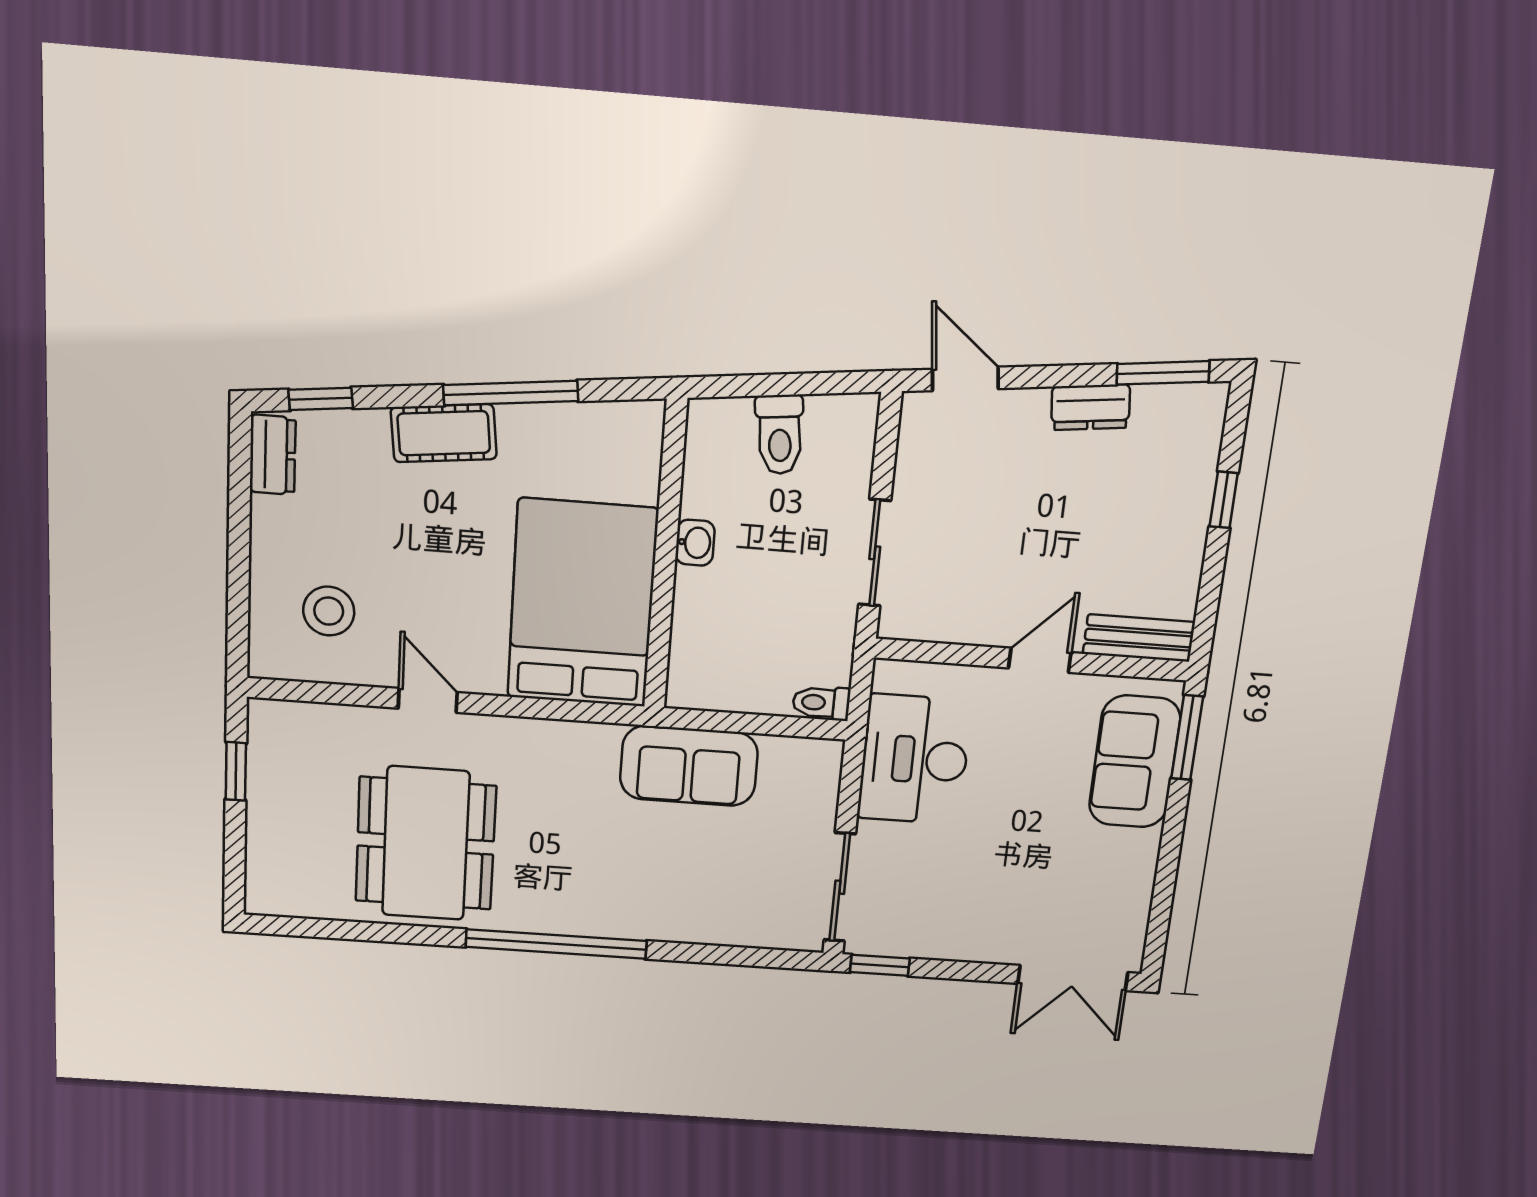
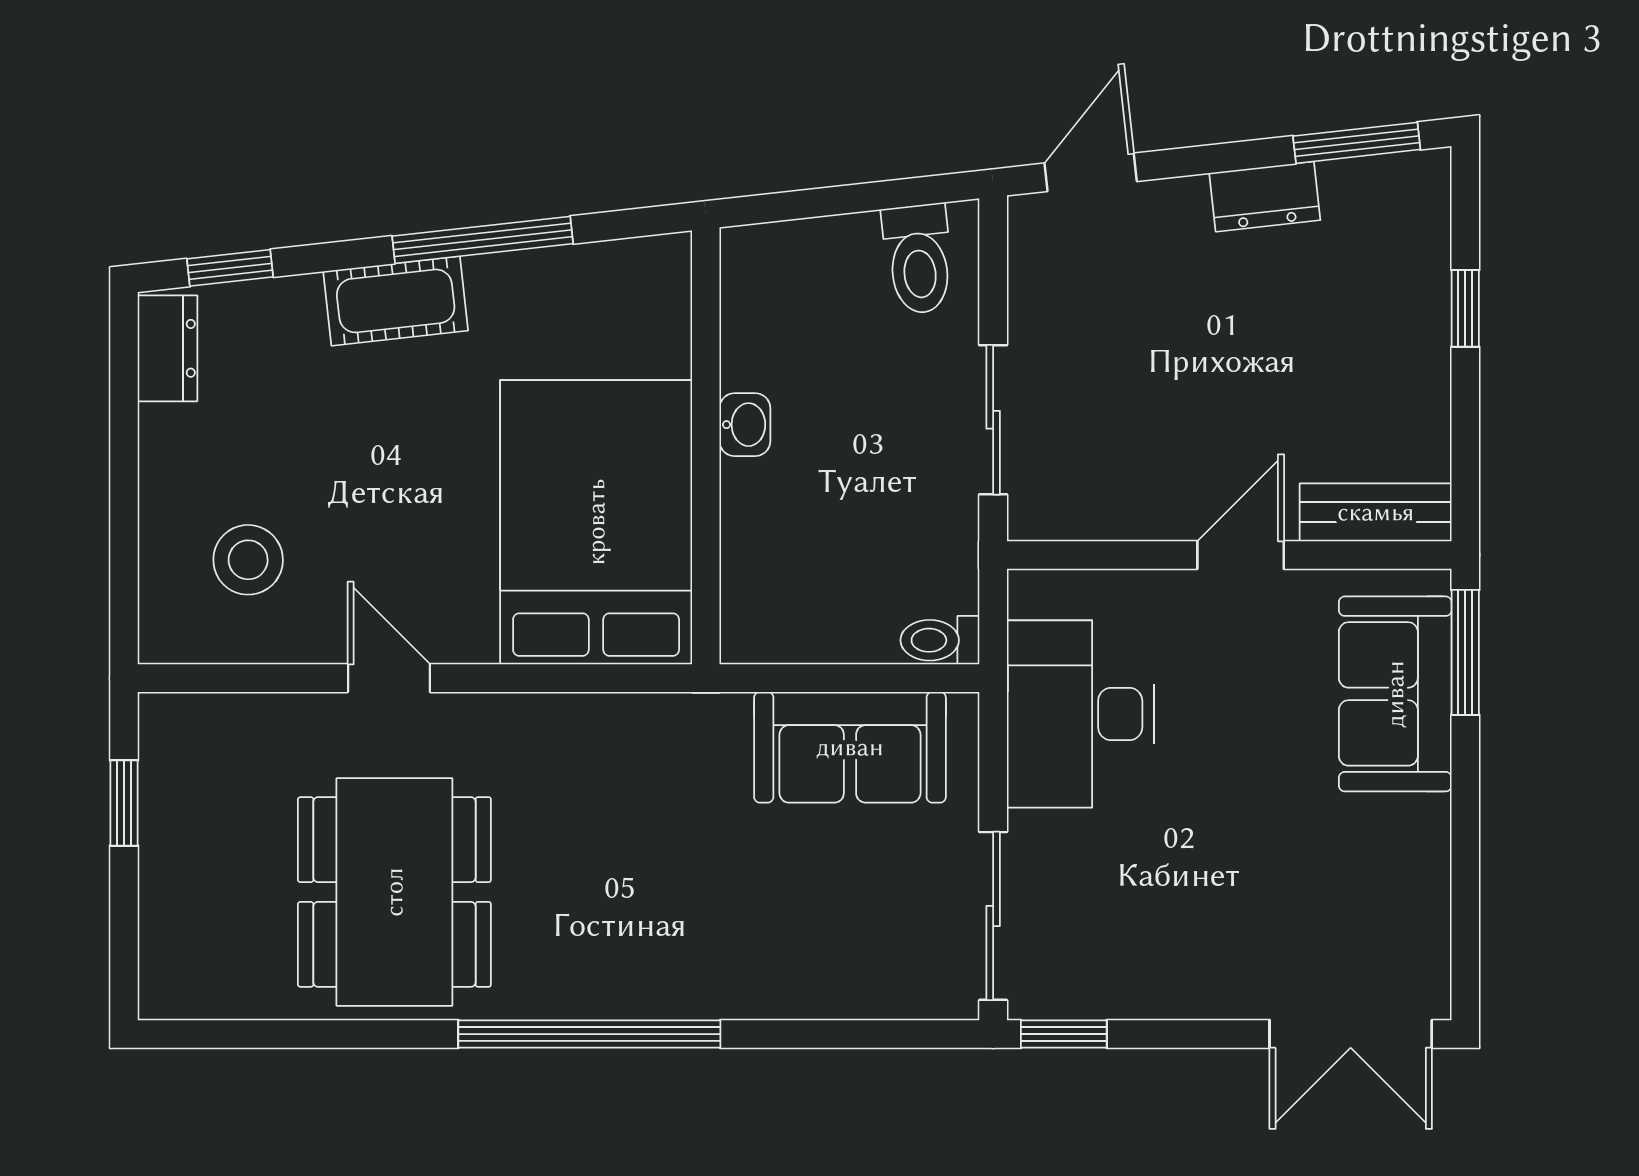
door: (965, 379) -> (1091, 172), hinge flipped
toilet: (780, 434) -> (918, 259), moved
sofa: (689, 766) -> (850, 747), moved

